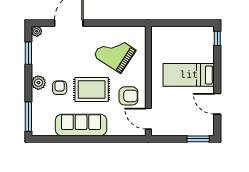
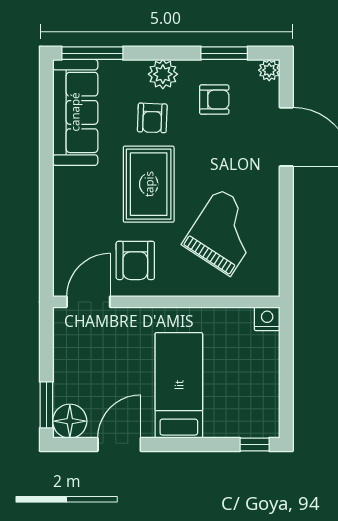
nightstand: (157, 32) -> (267, 319), added
armchair: (51, 58) -> (214, 100), added
armchair: (60, 88) -> (152, 118), turned 92
sofa: (81, 125) -> (75, 112), moved
floor lamp: (206, 128) -> (70, 421), added

